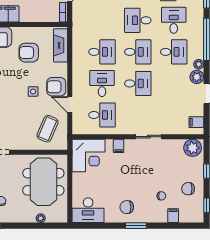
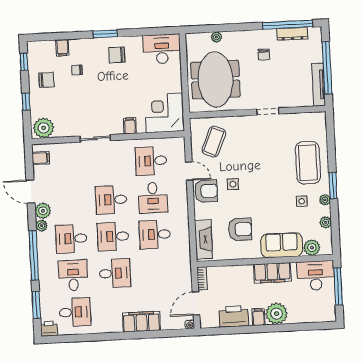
desk: (174, 20) -> (73, 275), turned 180
chair: (127, 207) -> (117, 55), turned 180

